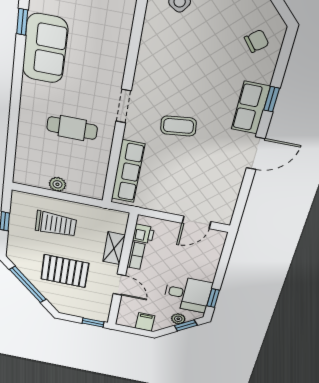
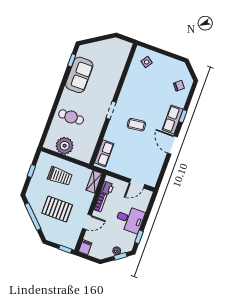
cafe table: (72, 128) -> (71, 117), moved
door: (256, 153) -> (172, 145), swing flipped
row of seats: (128, 172) -> (104, 153), width x0.68
plant: (57, 184) -> (65, 146), width x1.87, depth x1.87
shelving: (114, 248) -> (94, 182), moved
door: (119, 285) -> (87, 222), hinge flipped
desk: (188, 294) -> (130, 219), moved
filing cabinet: (145, 322) -> (85, 247), moved

